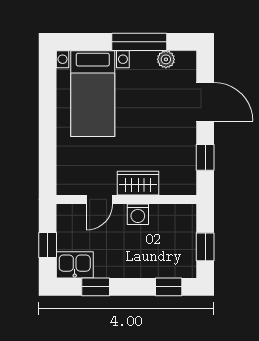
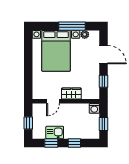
bed with nightstands: (93, 94) -> (56, 51), width x1.36
washing machine: (138, 214) -> (94, 108), moved
kitchen sink: (75, 265) -> (55, 133), moved
window: (169, 287) -> (74, 143), moved

